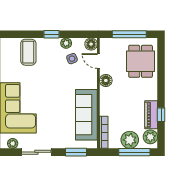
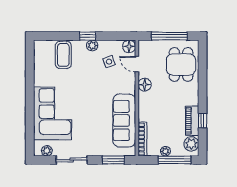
plant: (66, 43) -> (92, 45), moved
plant: (130, 140) -> (165, 151), width x0.53, depth x0.53

